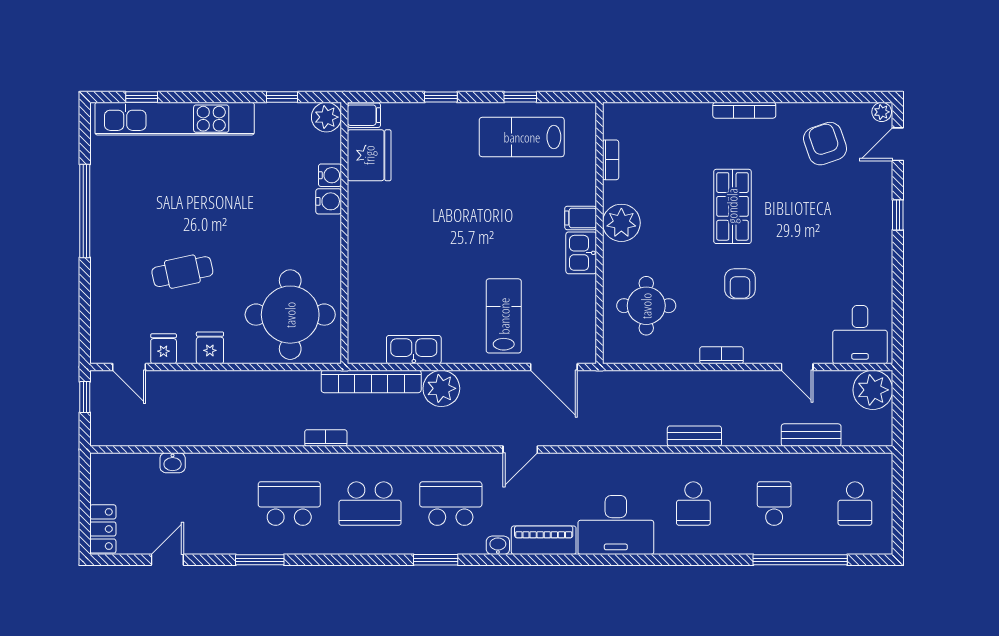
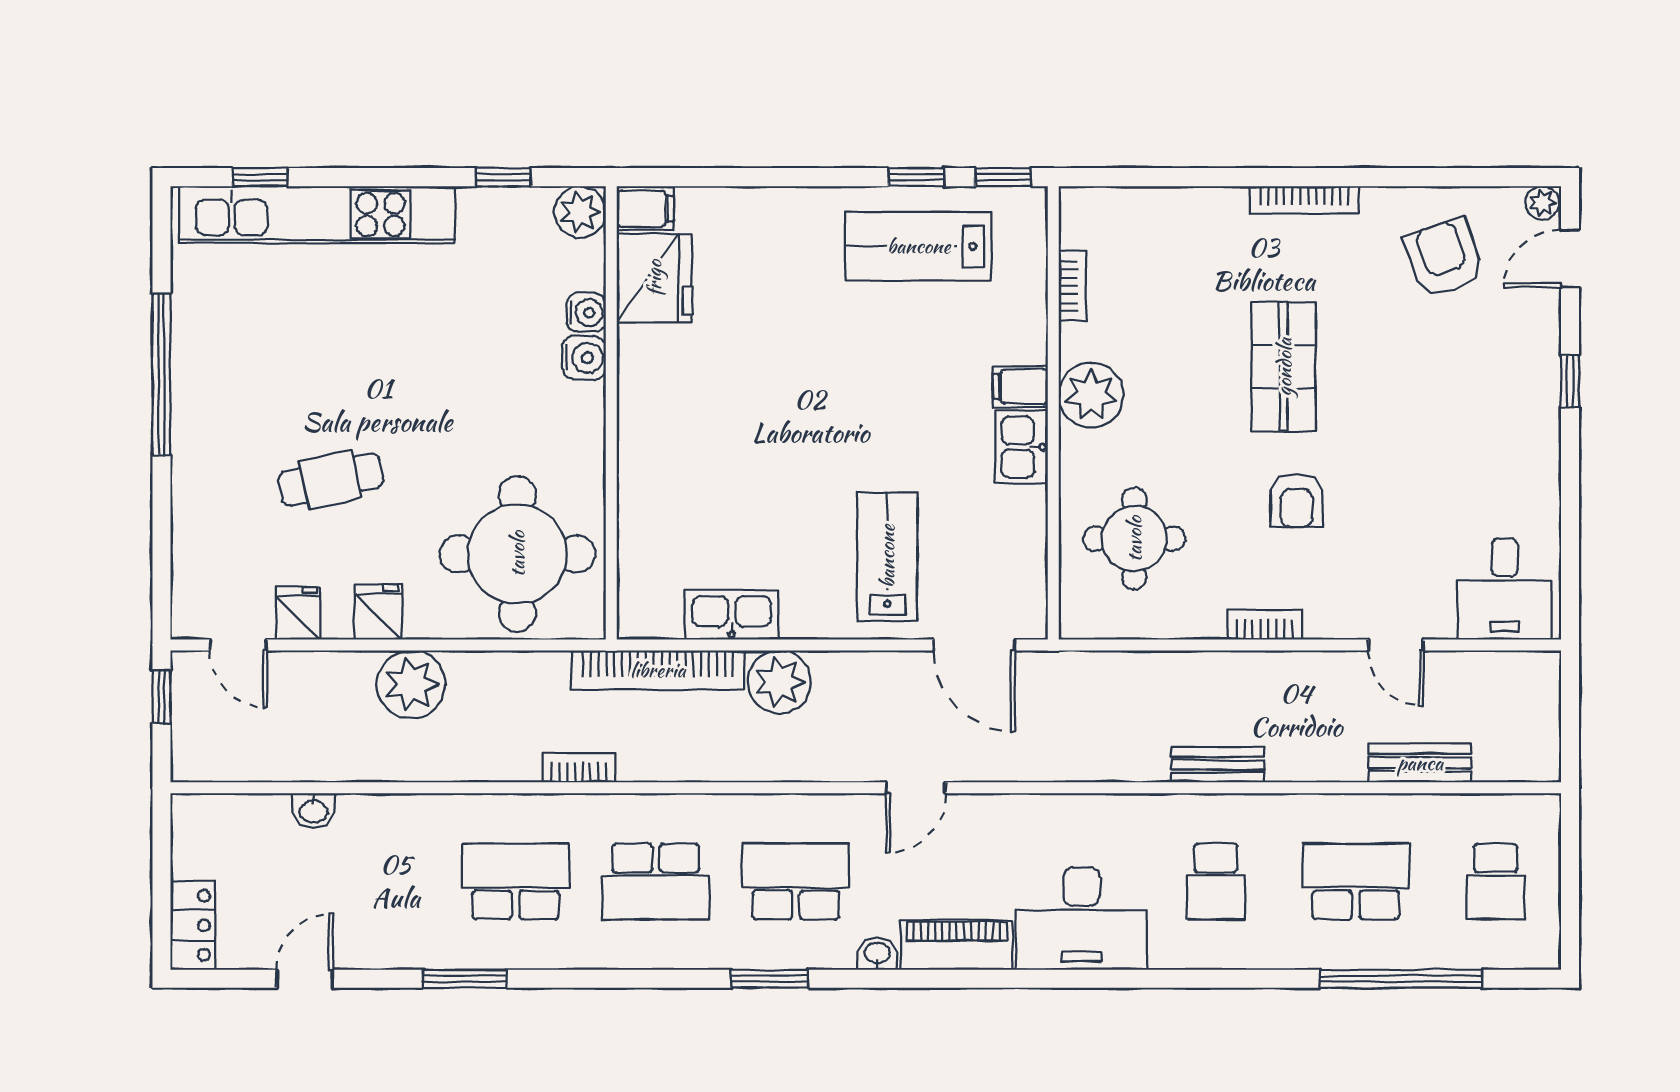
window: (441, 97) -> (1003, 177), moved
plant: (873, 390) -> (411, 685), moved
school desk: (774, 504) -> (1356, 881), width x1.85

